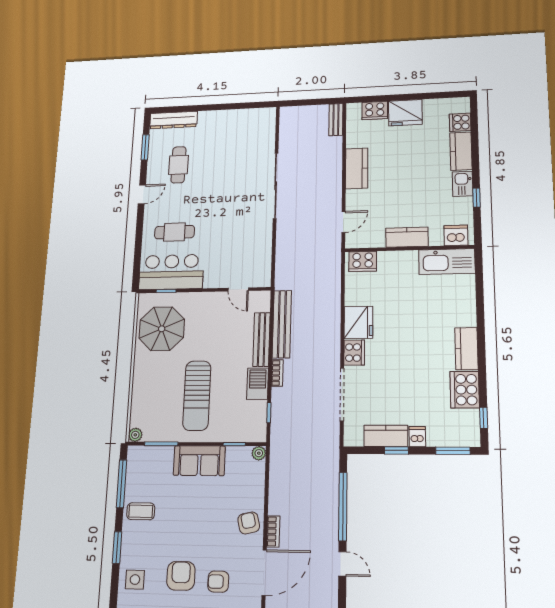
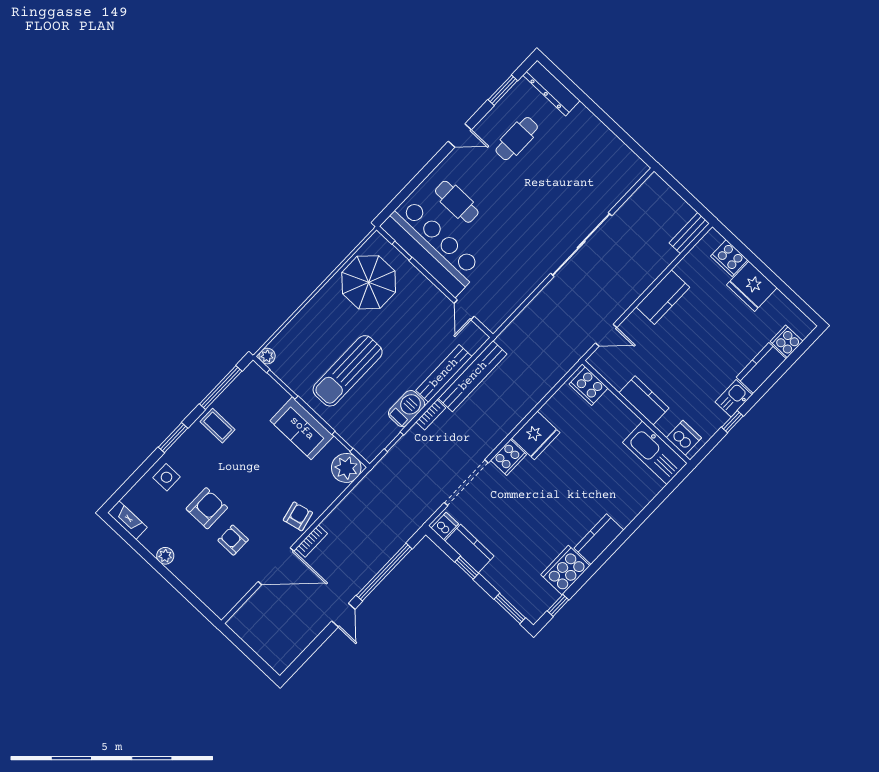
bar counter: (171, 272) -> (432, 247), width x1.36
dishwasher: (417, 437) -> (445, 526), moved
plant: (259, 453) -> (346, 468), width x1.88, depth x1.88

